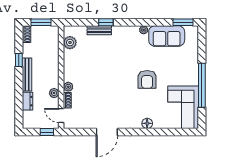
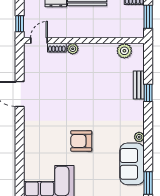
plant: (54, 93) -> (65, 32), removed
floor lamp: (147, 123) -> (30, 141), removed

